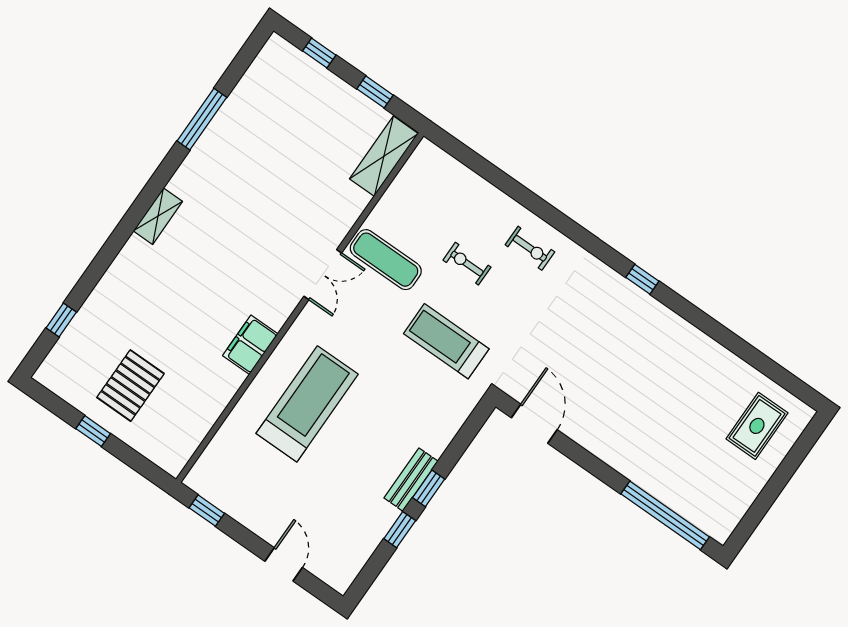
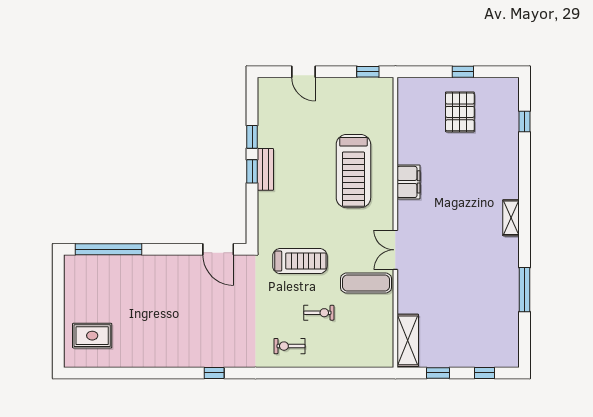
rug: (757, 426) -> (92, 336), turned 90

